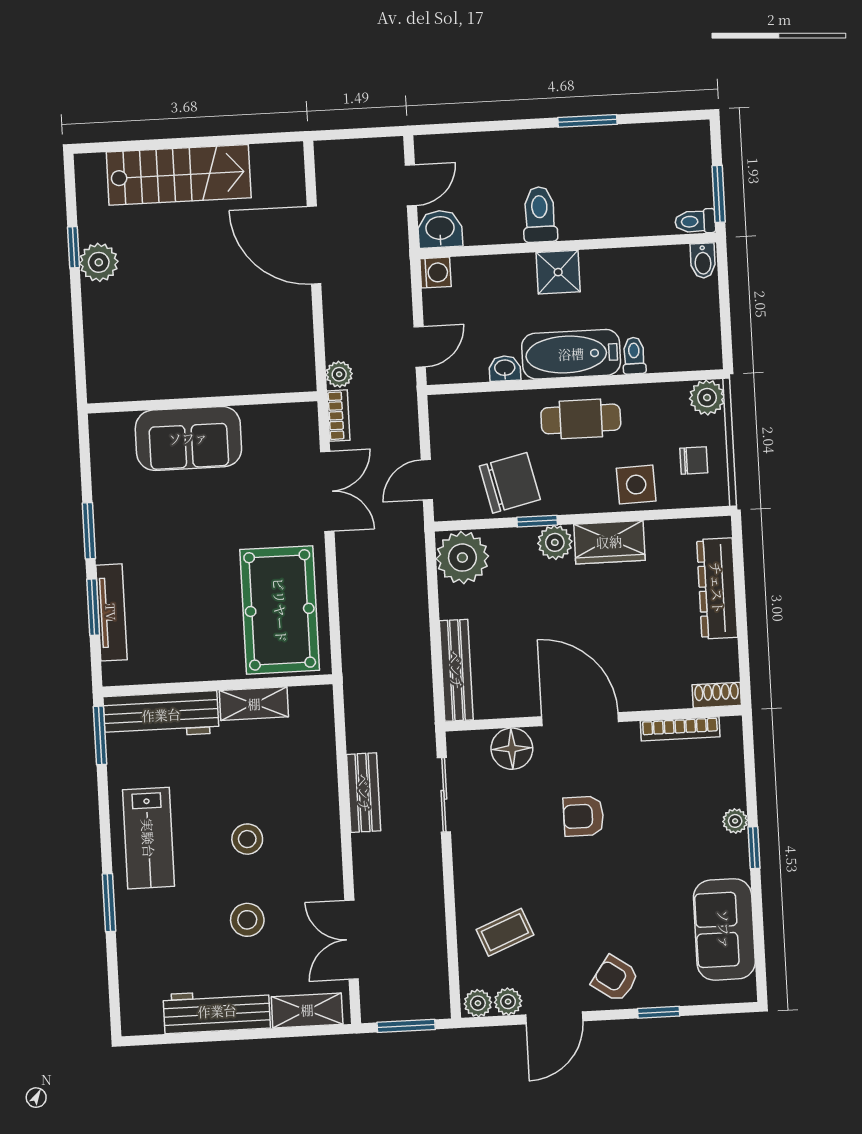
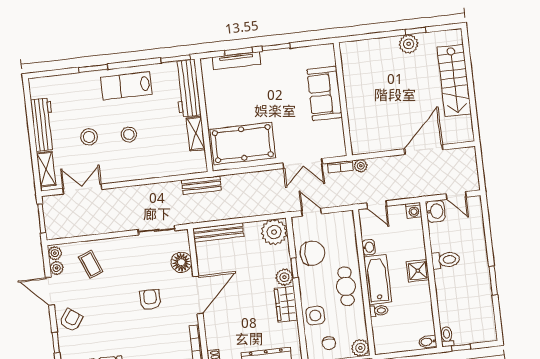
window: (719, 194) -> (461, 347), width x0.67
chair: (510, 483) -> (312, 253), turned -77
bench: (364, 793) -> (201, 185), moved

